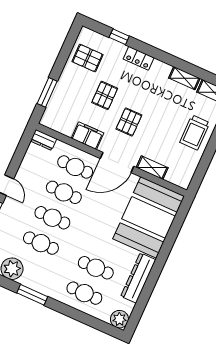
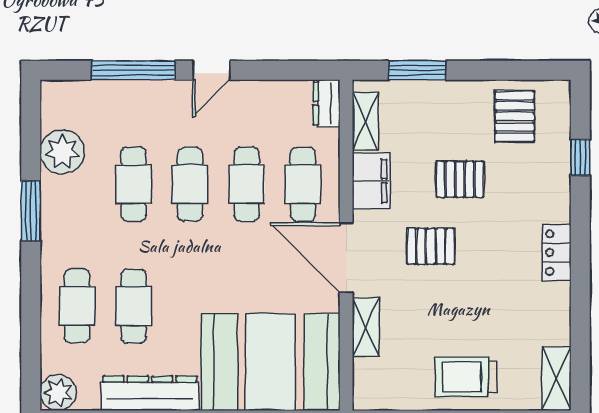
locker: (139, 58) -> (557, 253), moved
shelving: (184, 78) -> (365, 121), moved

